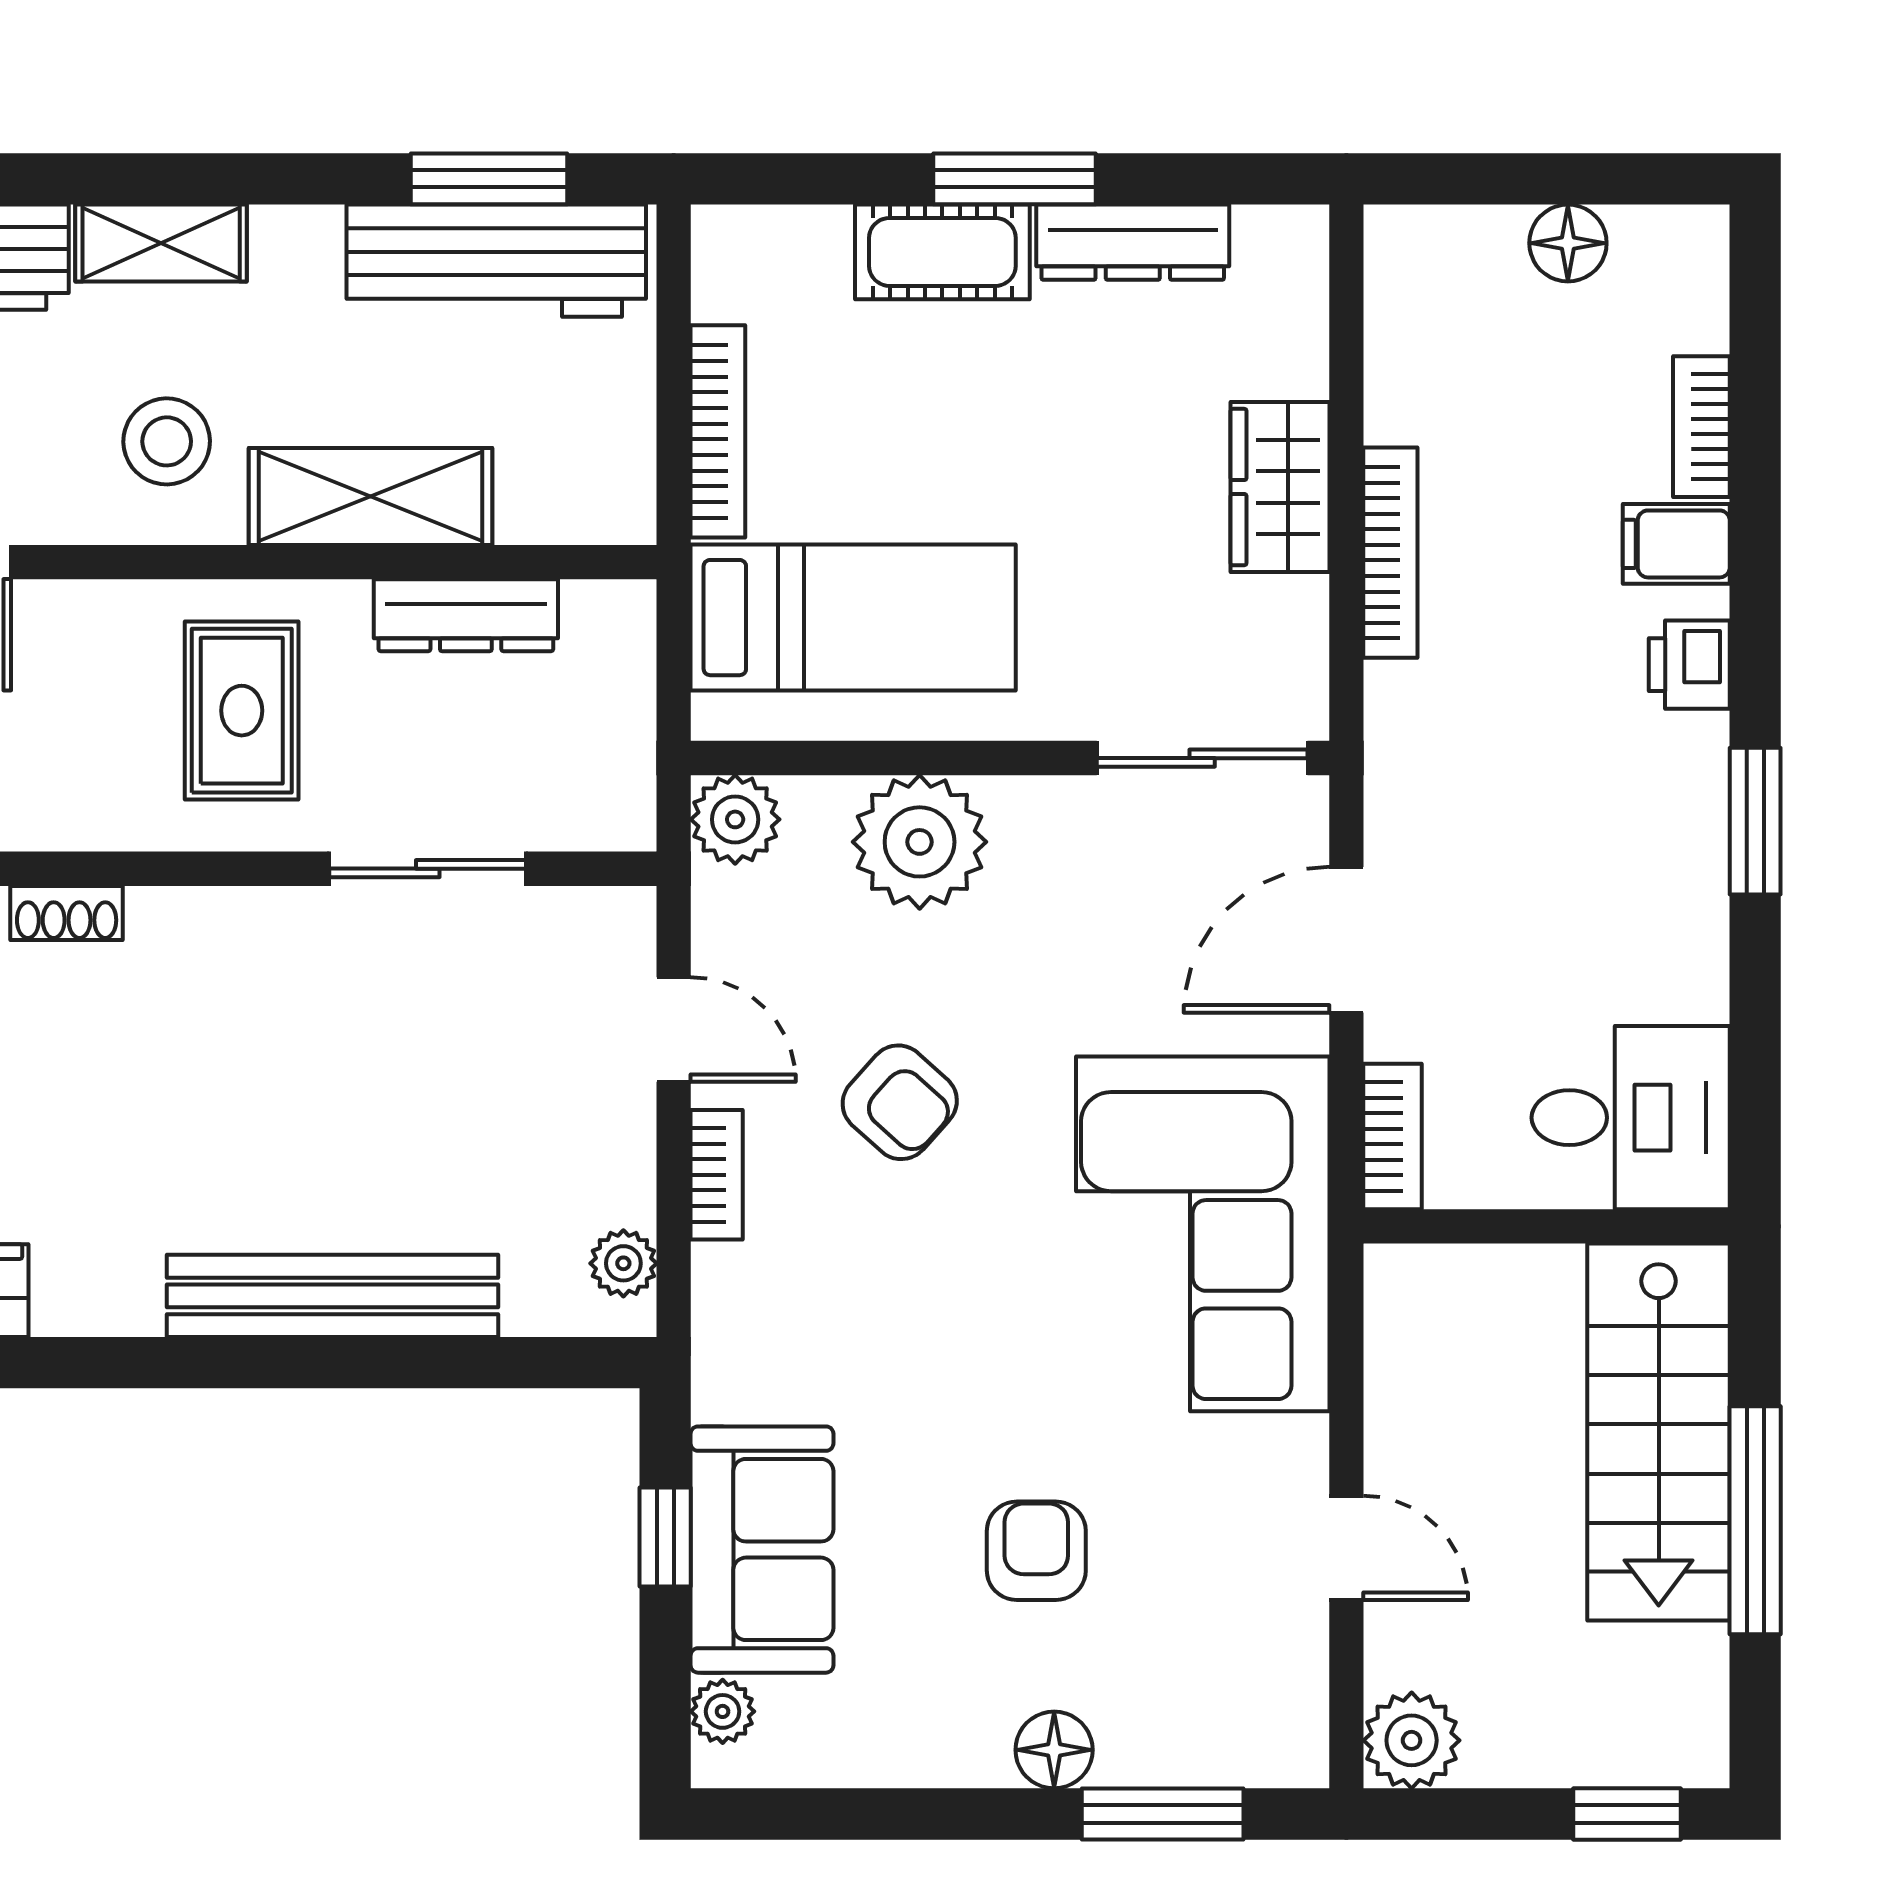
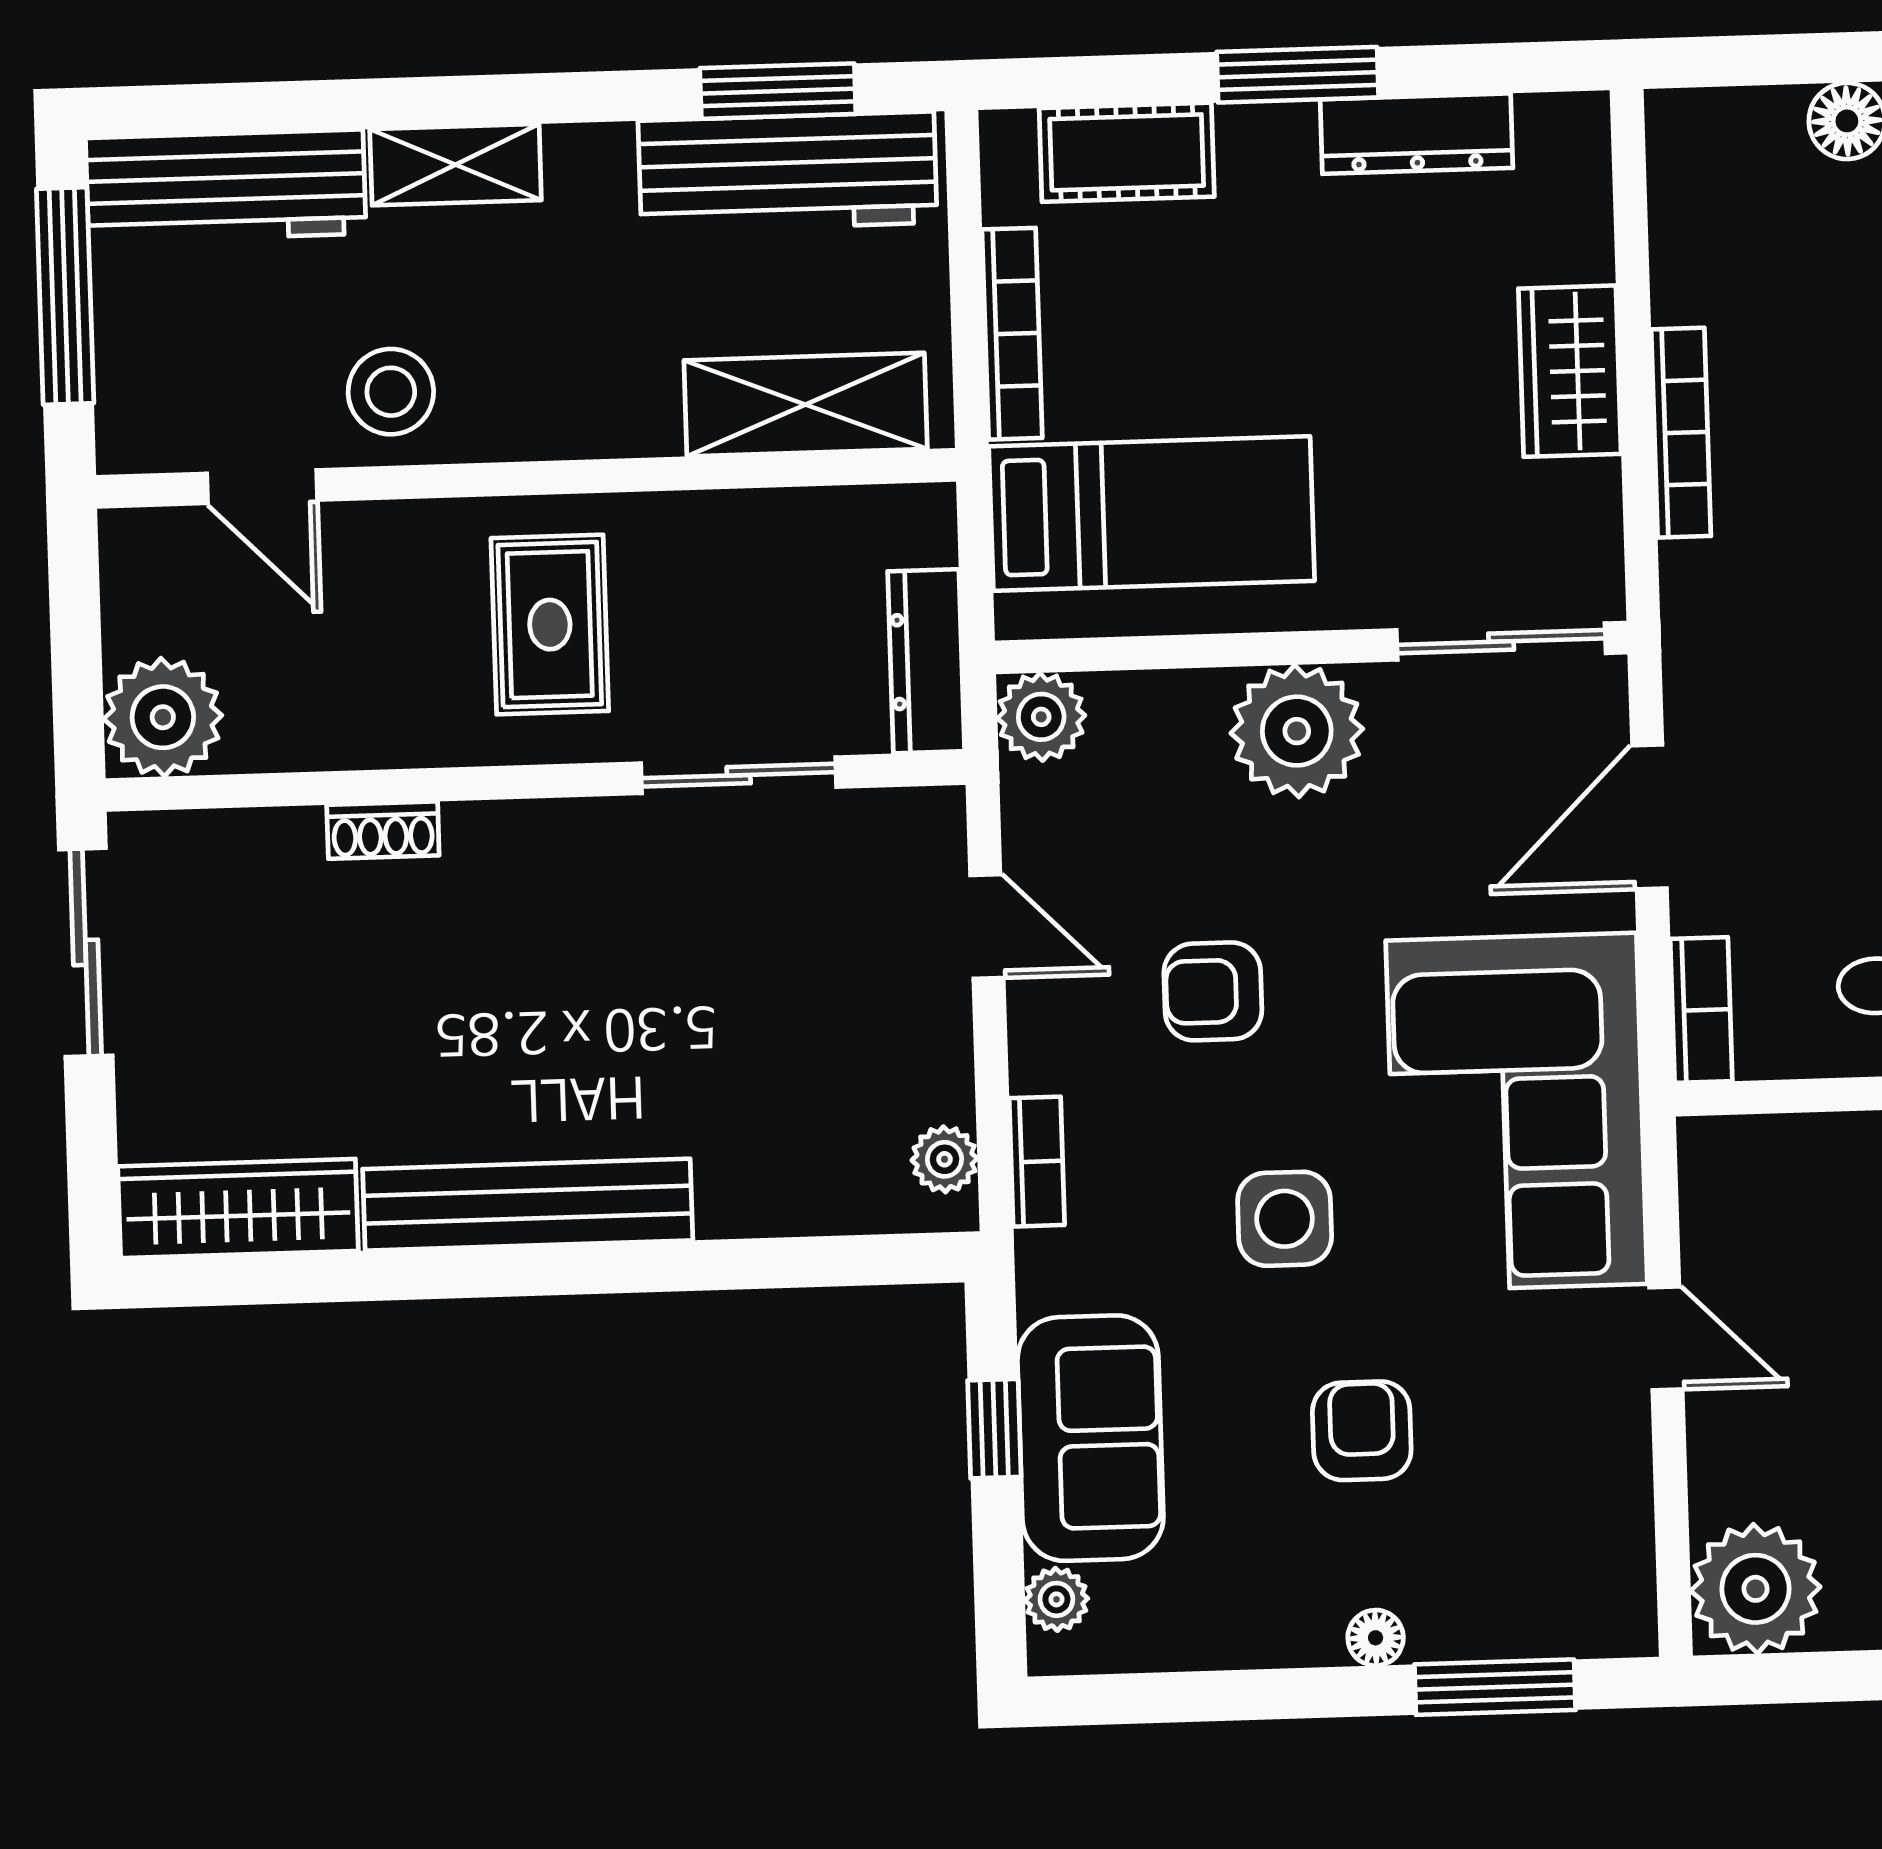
cot: (942, 252) -> (1127, 152), moved
stool: (167, 441) -> (391, 392), moved
shelving: (370, 497) -> (806, 405), moved
dresser: (466, 615) -> (926, 661), moved, turned 90
plant: (920, 842) -> (1297, 731), moved
armchair: (900, 1102) -> (1213, 991), turned 138
bookcase: (717, 1175) -> (1037, 1162), moved
bench: (333, 1296) -> (528, 1205), moved
side table: (965, 1334) -> (1285, 1219), added
door: (1346, 1548) -> (1666, 1338), moved
plant: (1412, 1740) -> (1755, 1589), width x1.36, depth x1.36
floor lamp: (1054, 1750) -> (1376, 1638), width x0.73, depth x0.73

